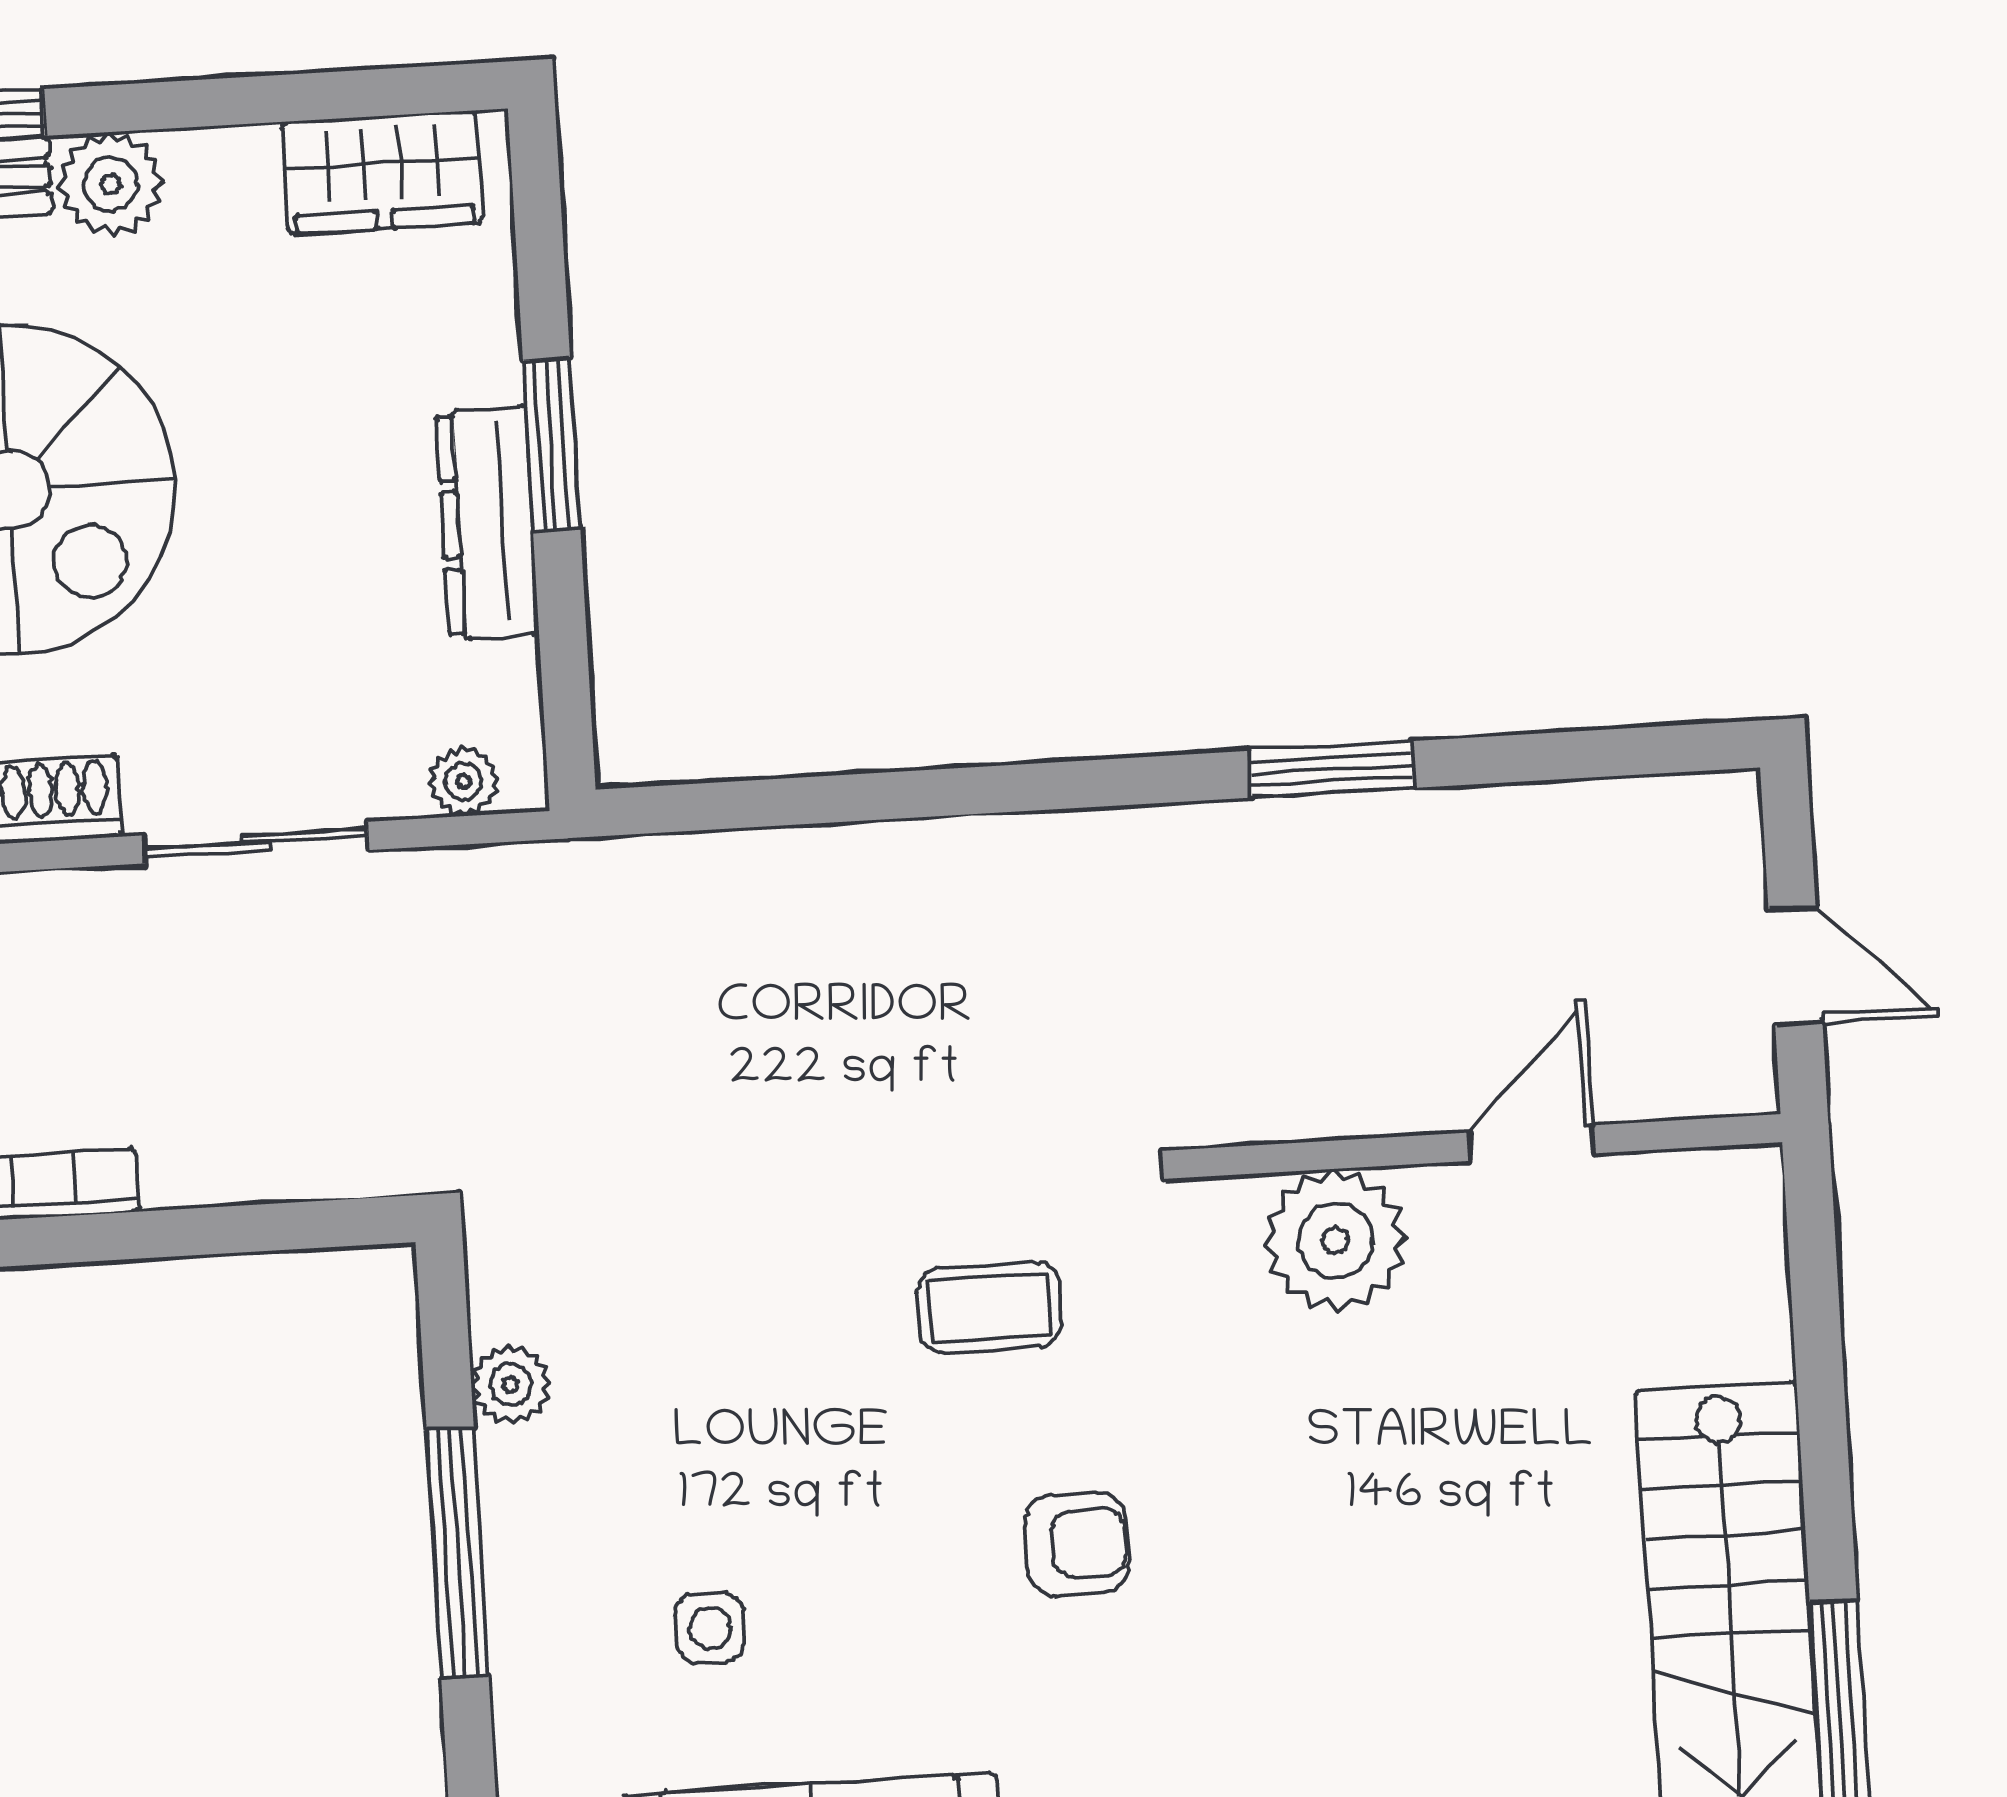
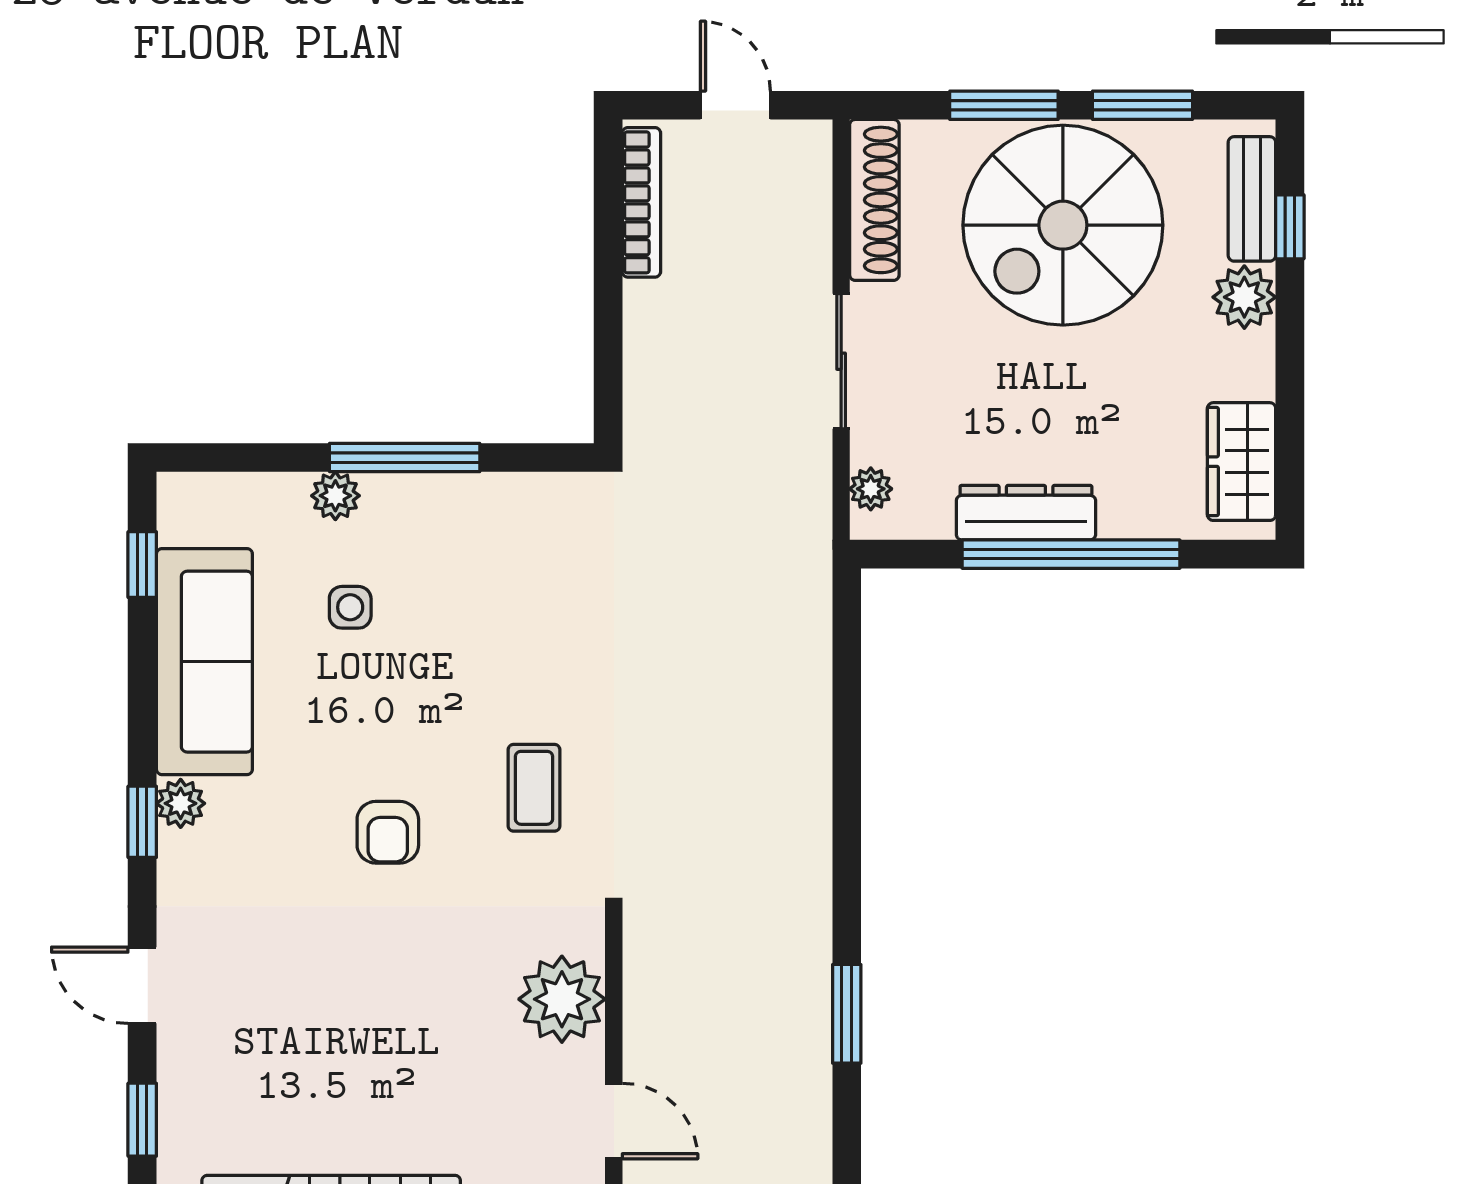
window: (552, 445) -> (1071, 554), width x2.11
plant: (511, 1384) -> (335, 496), moved

